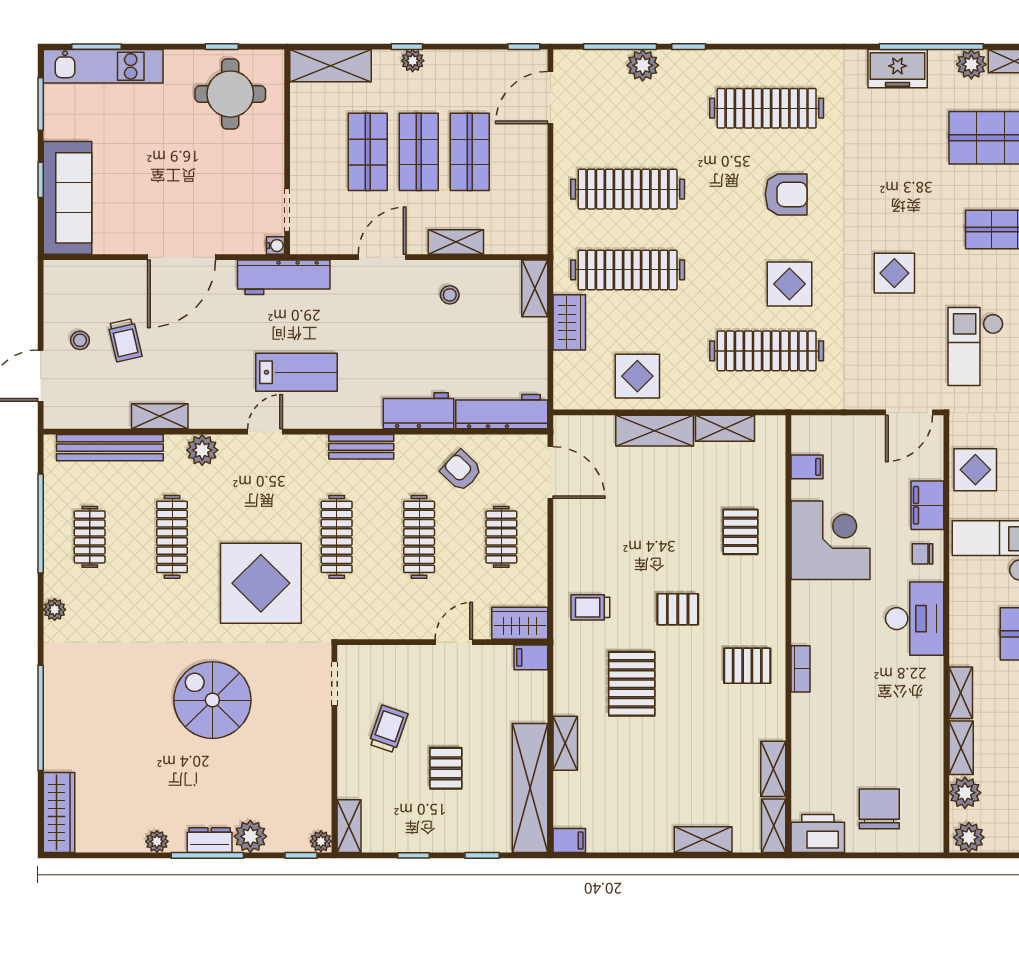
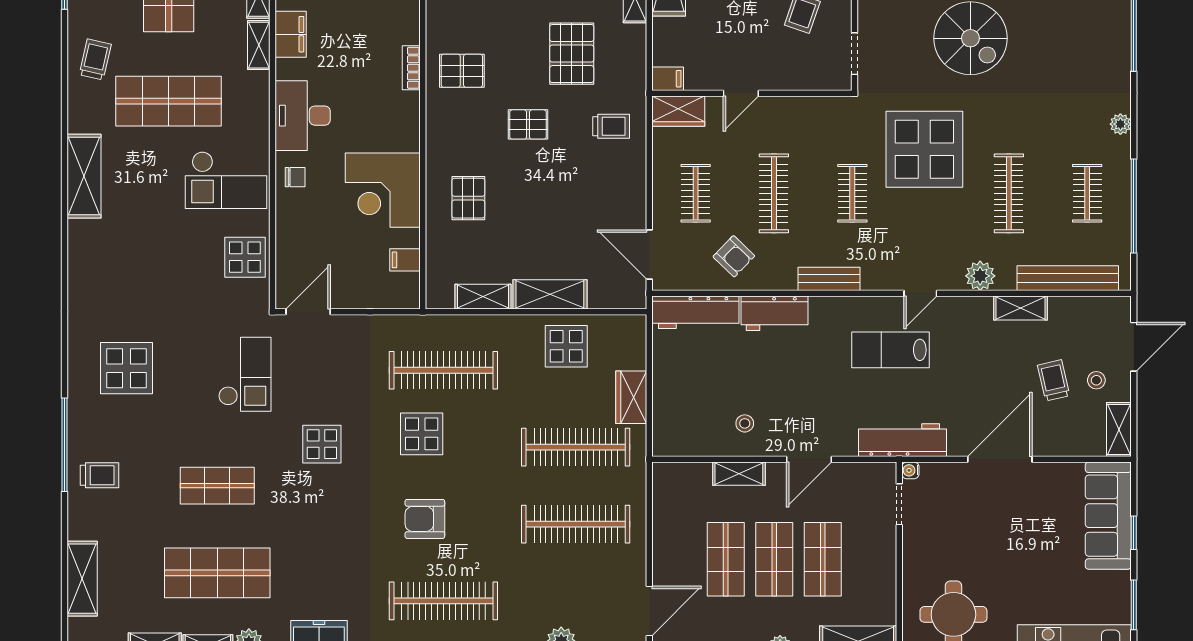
shelving: (535, 288) -> (1119, 430), moved
filing cabinet: (927, 505) -> (291, 34), moved
clothes rail: (337, 537) -> (852, 193), width x0.73

